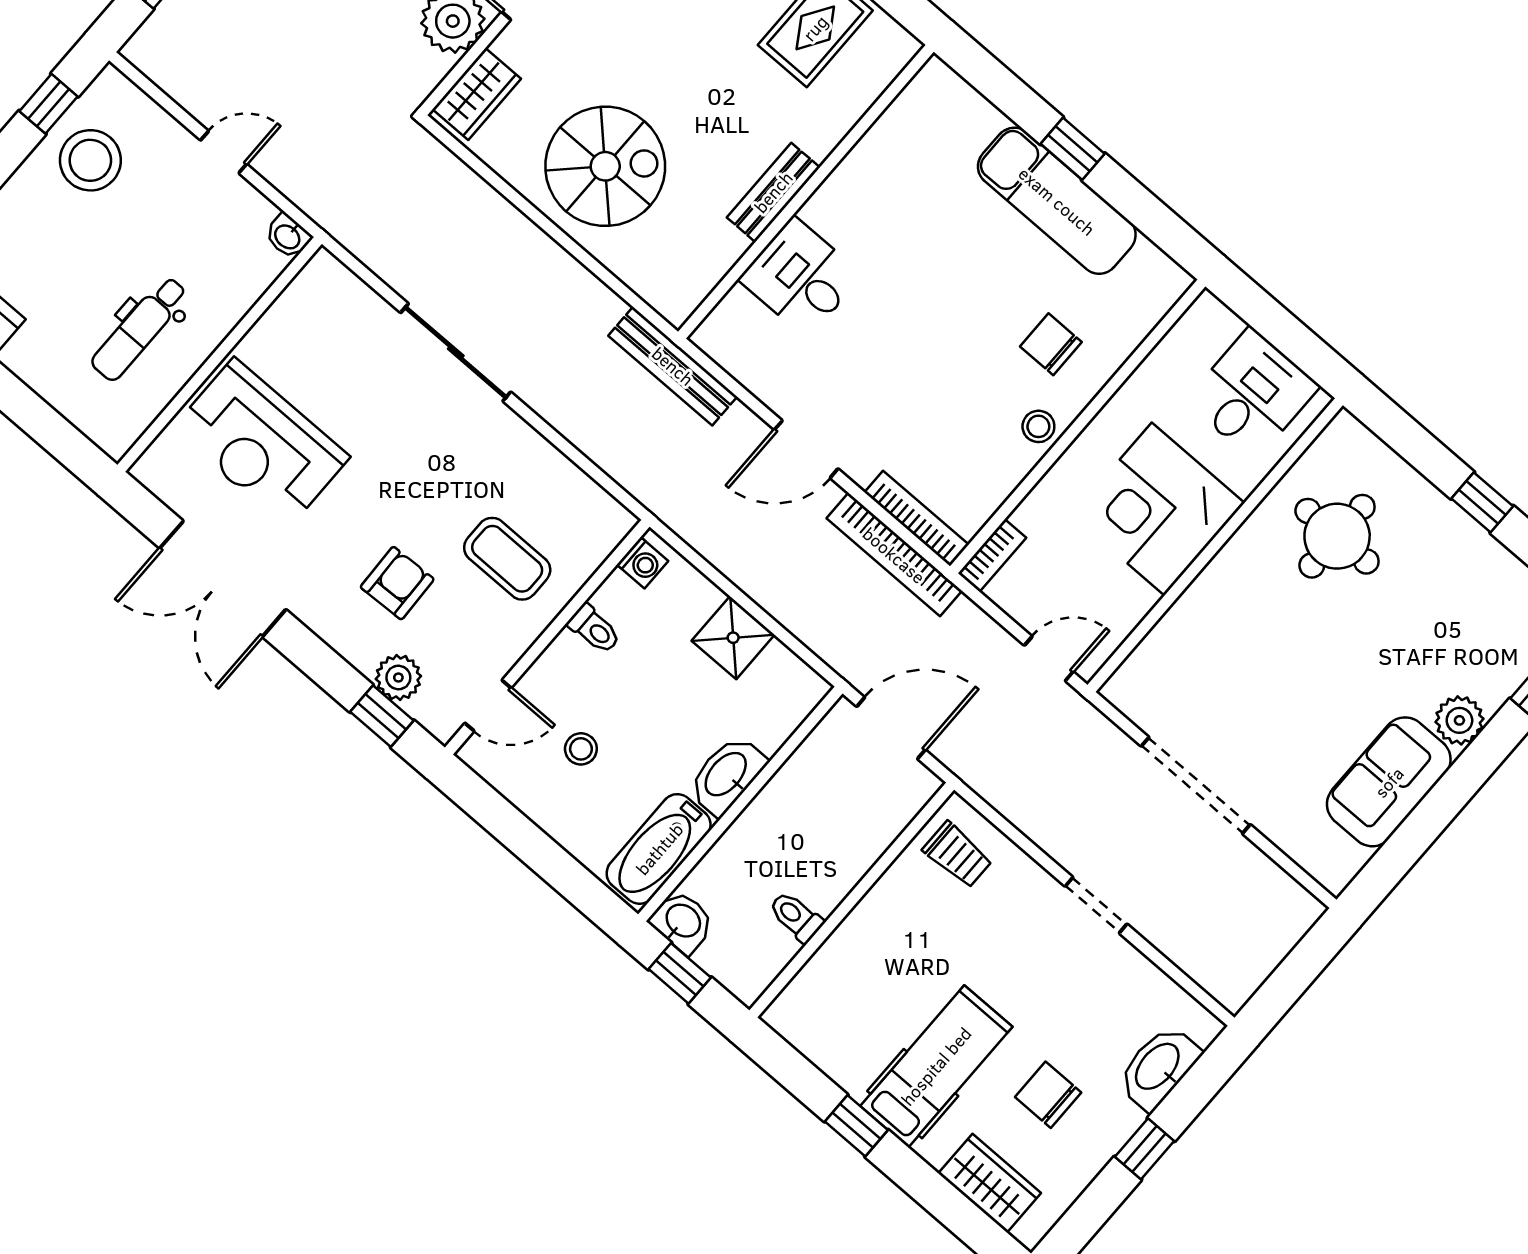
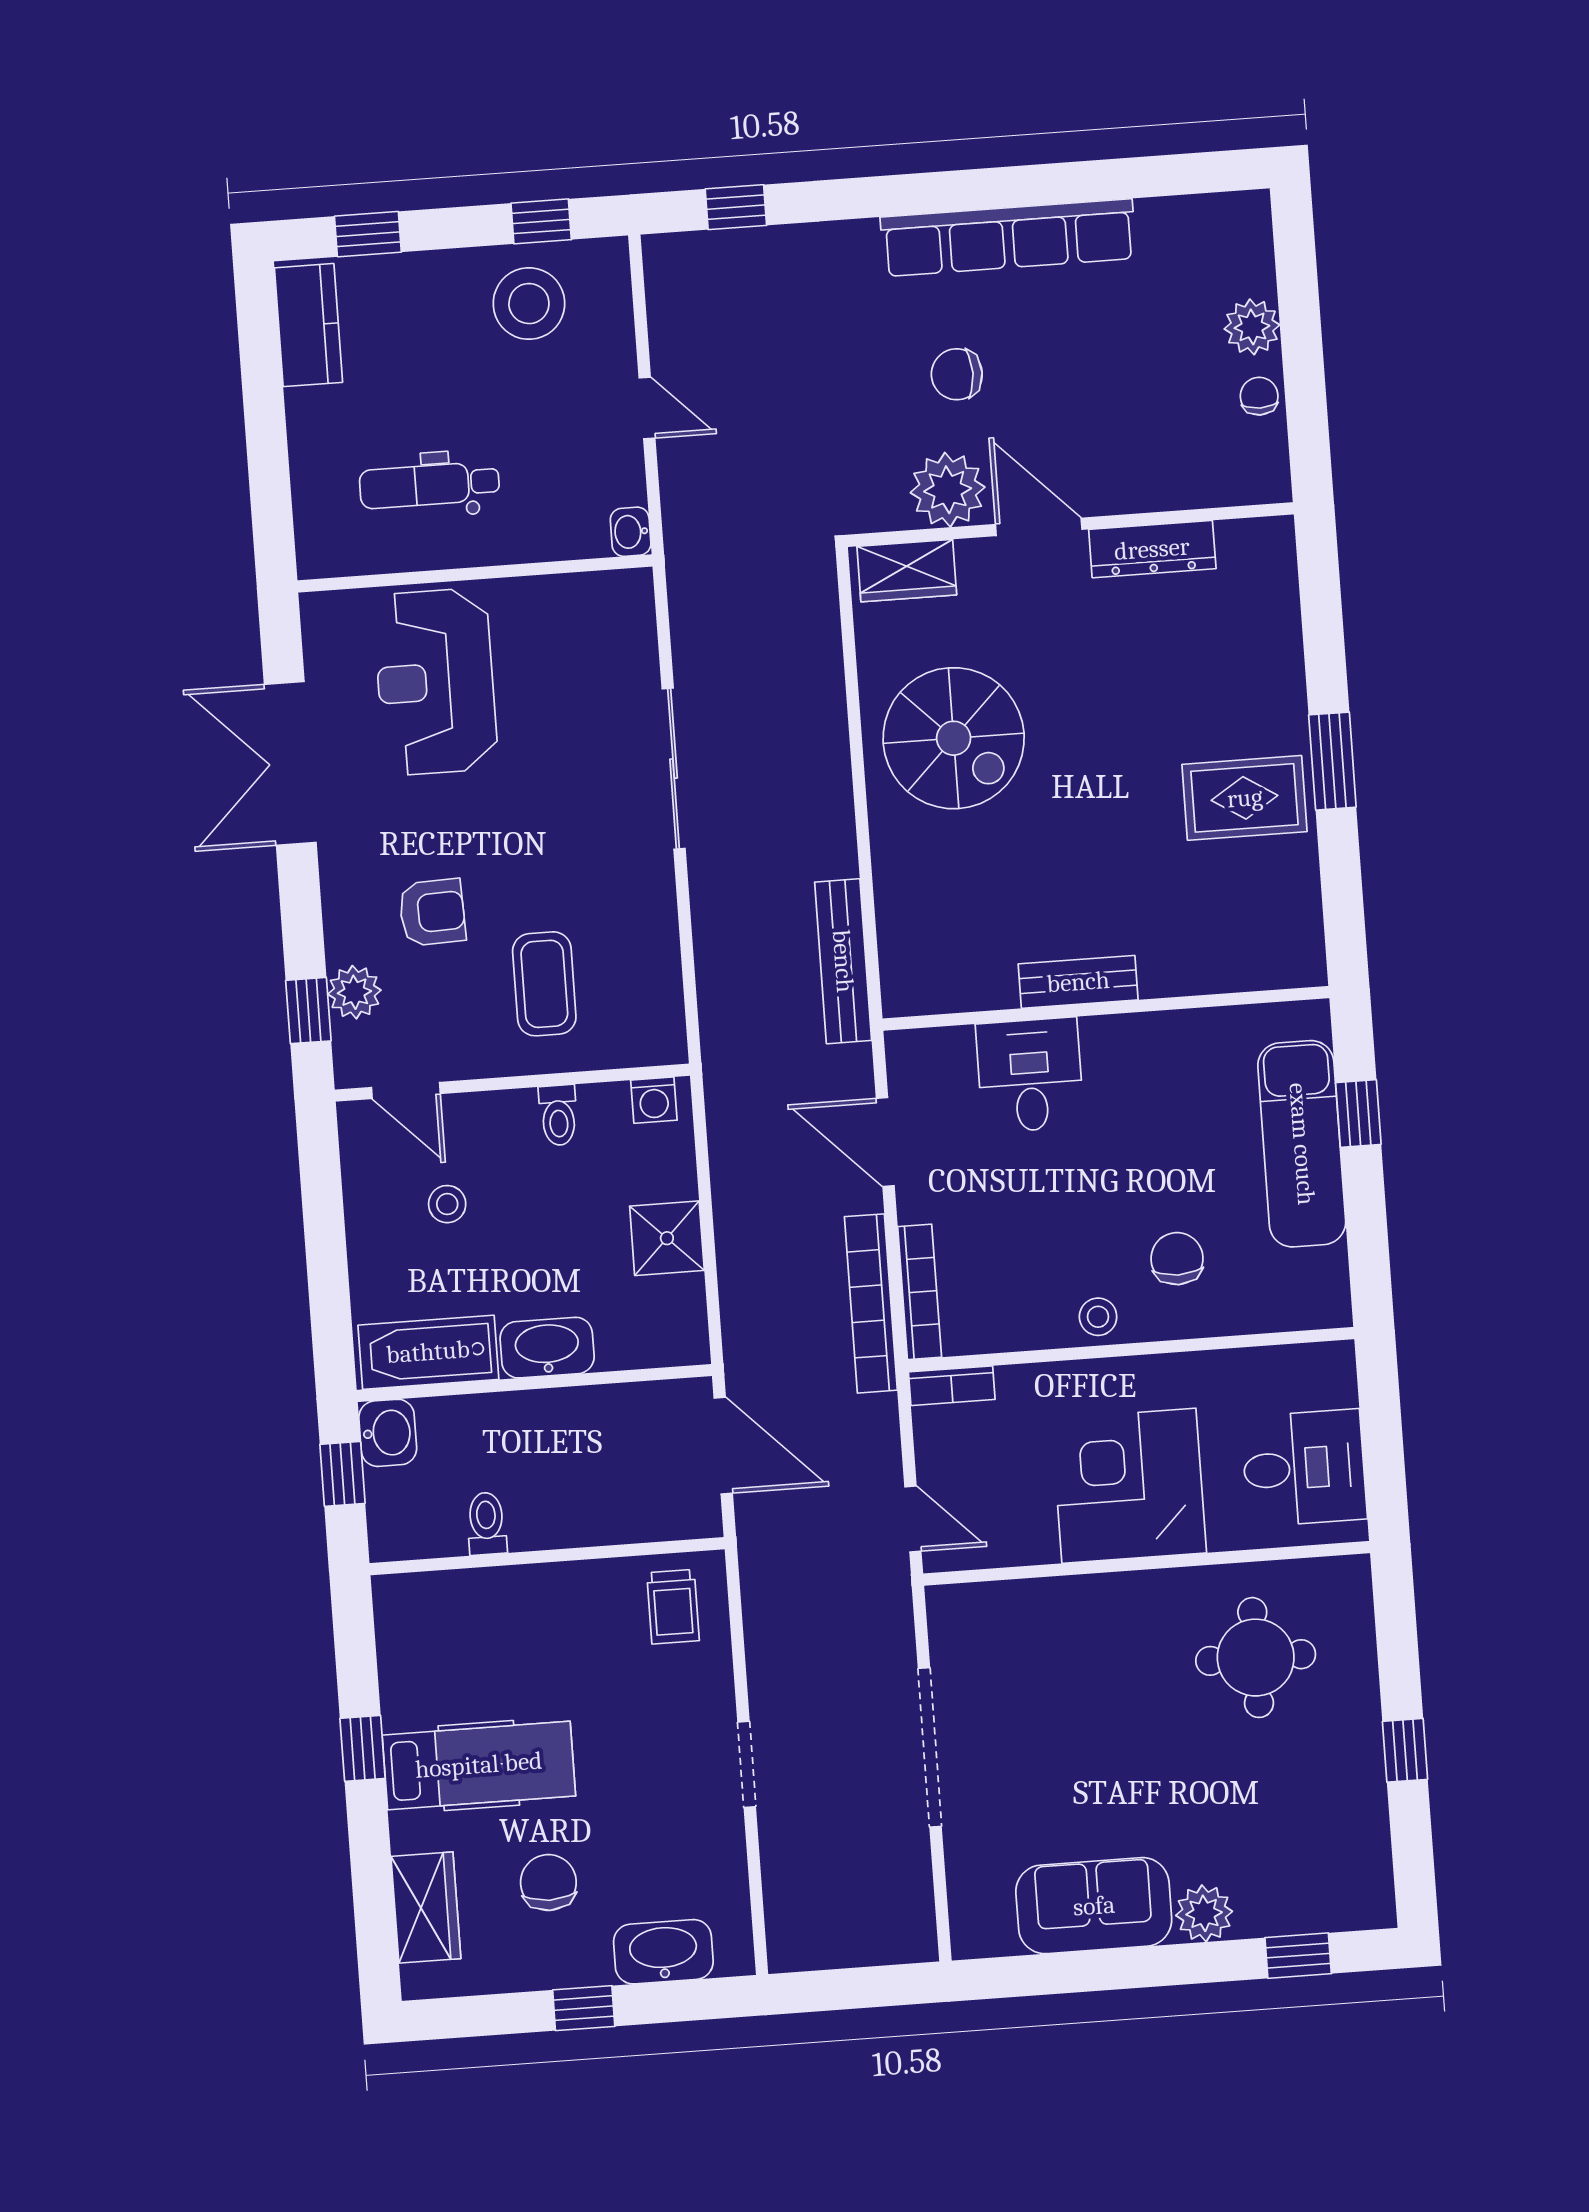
bench: (773, 192) -> (1078, 982), moved
wall: (806, 192) -> (1106, 1008), moved
desk: (800, 277) -> (1030, 1075), moved

